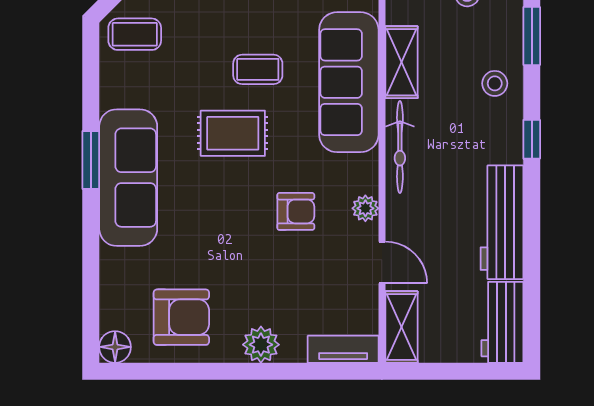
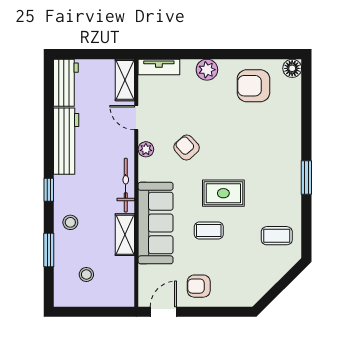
coffee table: (135, 34) -> (277, 236), moved
sofa: (128, 178) -> (284, 167), removed
armchair: (296, 211) -> (187, 148), turned 48

